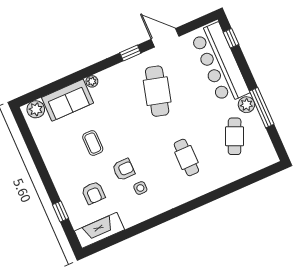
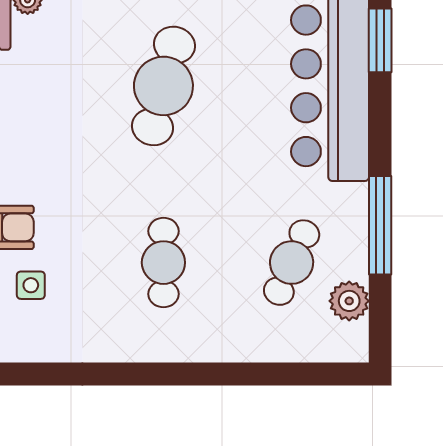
window: (231, 38) -> (380, 40), width x1.50
plant: (246, 105) -> (349, 301), moved

